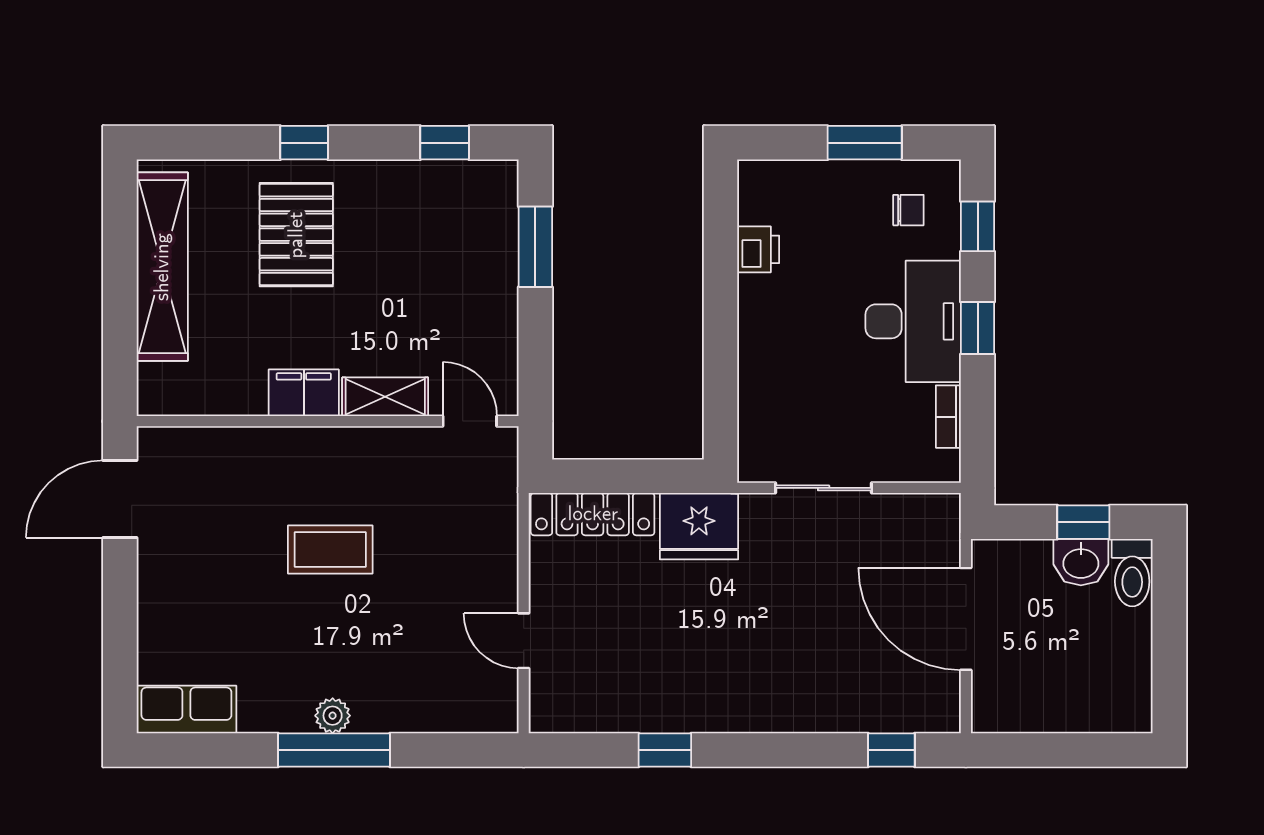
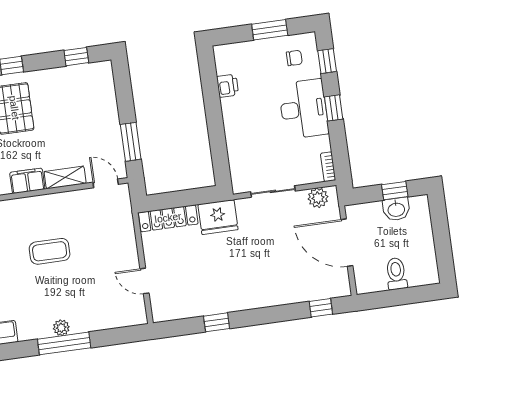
window: (535, 247) -> (131, 142), moved
bookcase: (948, 417) -> (328, 167), moved
plant: (918, 515) -> (318, 198), added
toilet: (1132, 573) -> (396, 274), moved, turned 180

